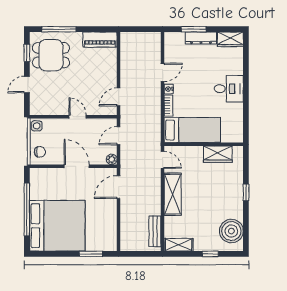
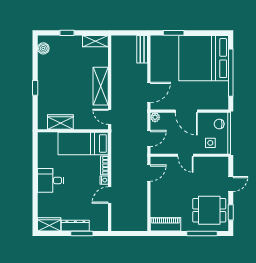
side table: (37, 126) -> (210, 143), moved
bench: (155, 231) -> (142, 49), moved
boiler: (231, 231) -> (43, 48), width x0.54, depth x0.54

